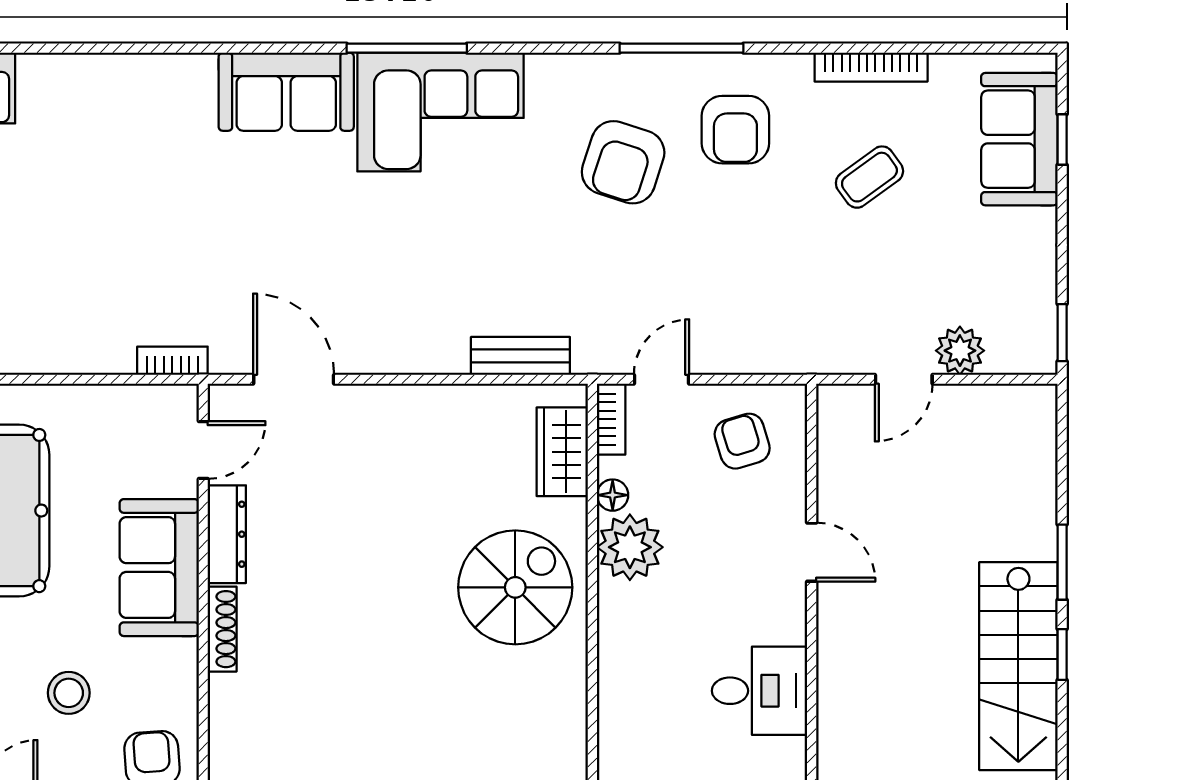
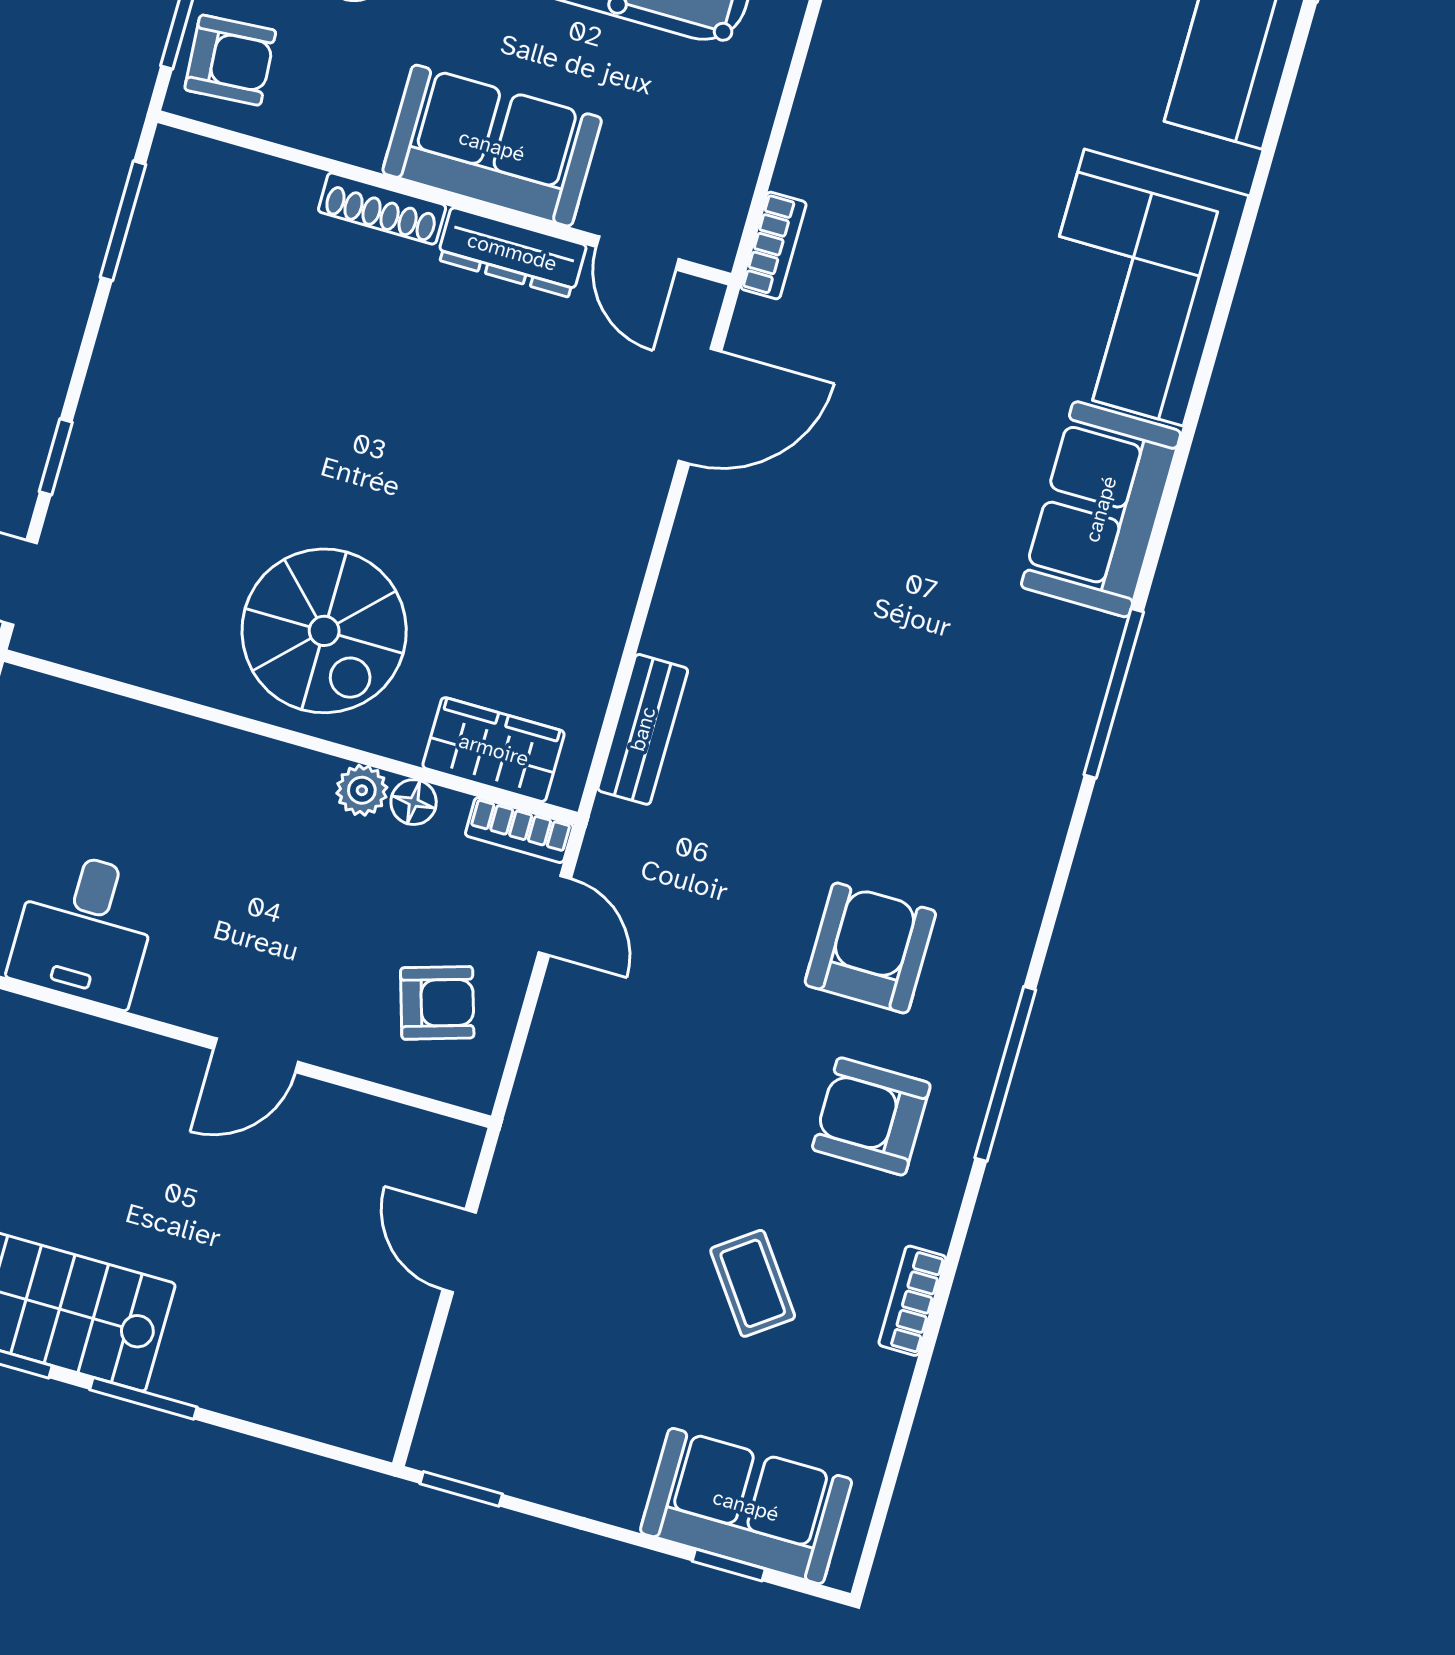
bookcase: (871, 67) -> (912, 1301), width x0.64
corner sofa: (441, 112) -> (1134, 287), moved
armchair: (623, 162) -> (870, 948), turned 72
plant: (960, 351) -> (477, 1340), removed
plant: (630, 547) -> (362, 790), width x0.53, depth x0.53

